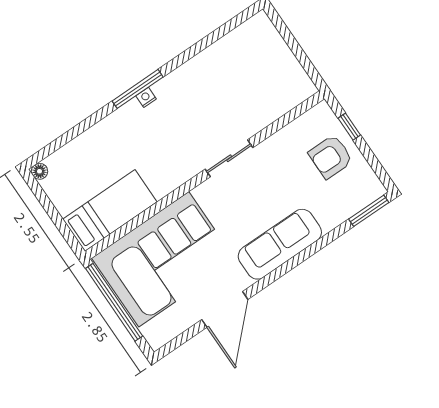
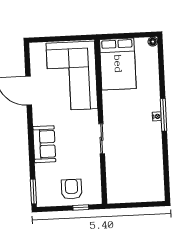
bed: (110, 211) -> (118, 64), width x1.50
sofa: (280, 244) -> (44, 144), width x0.73
window: (114, 302) -> (66, 38), removed

